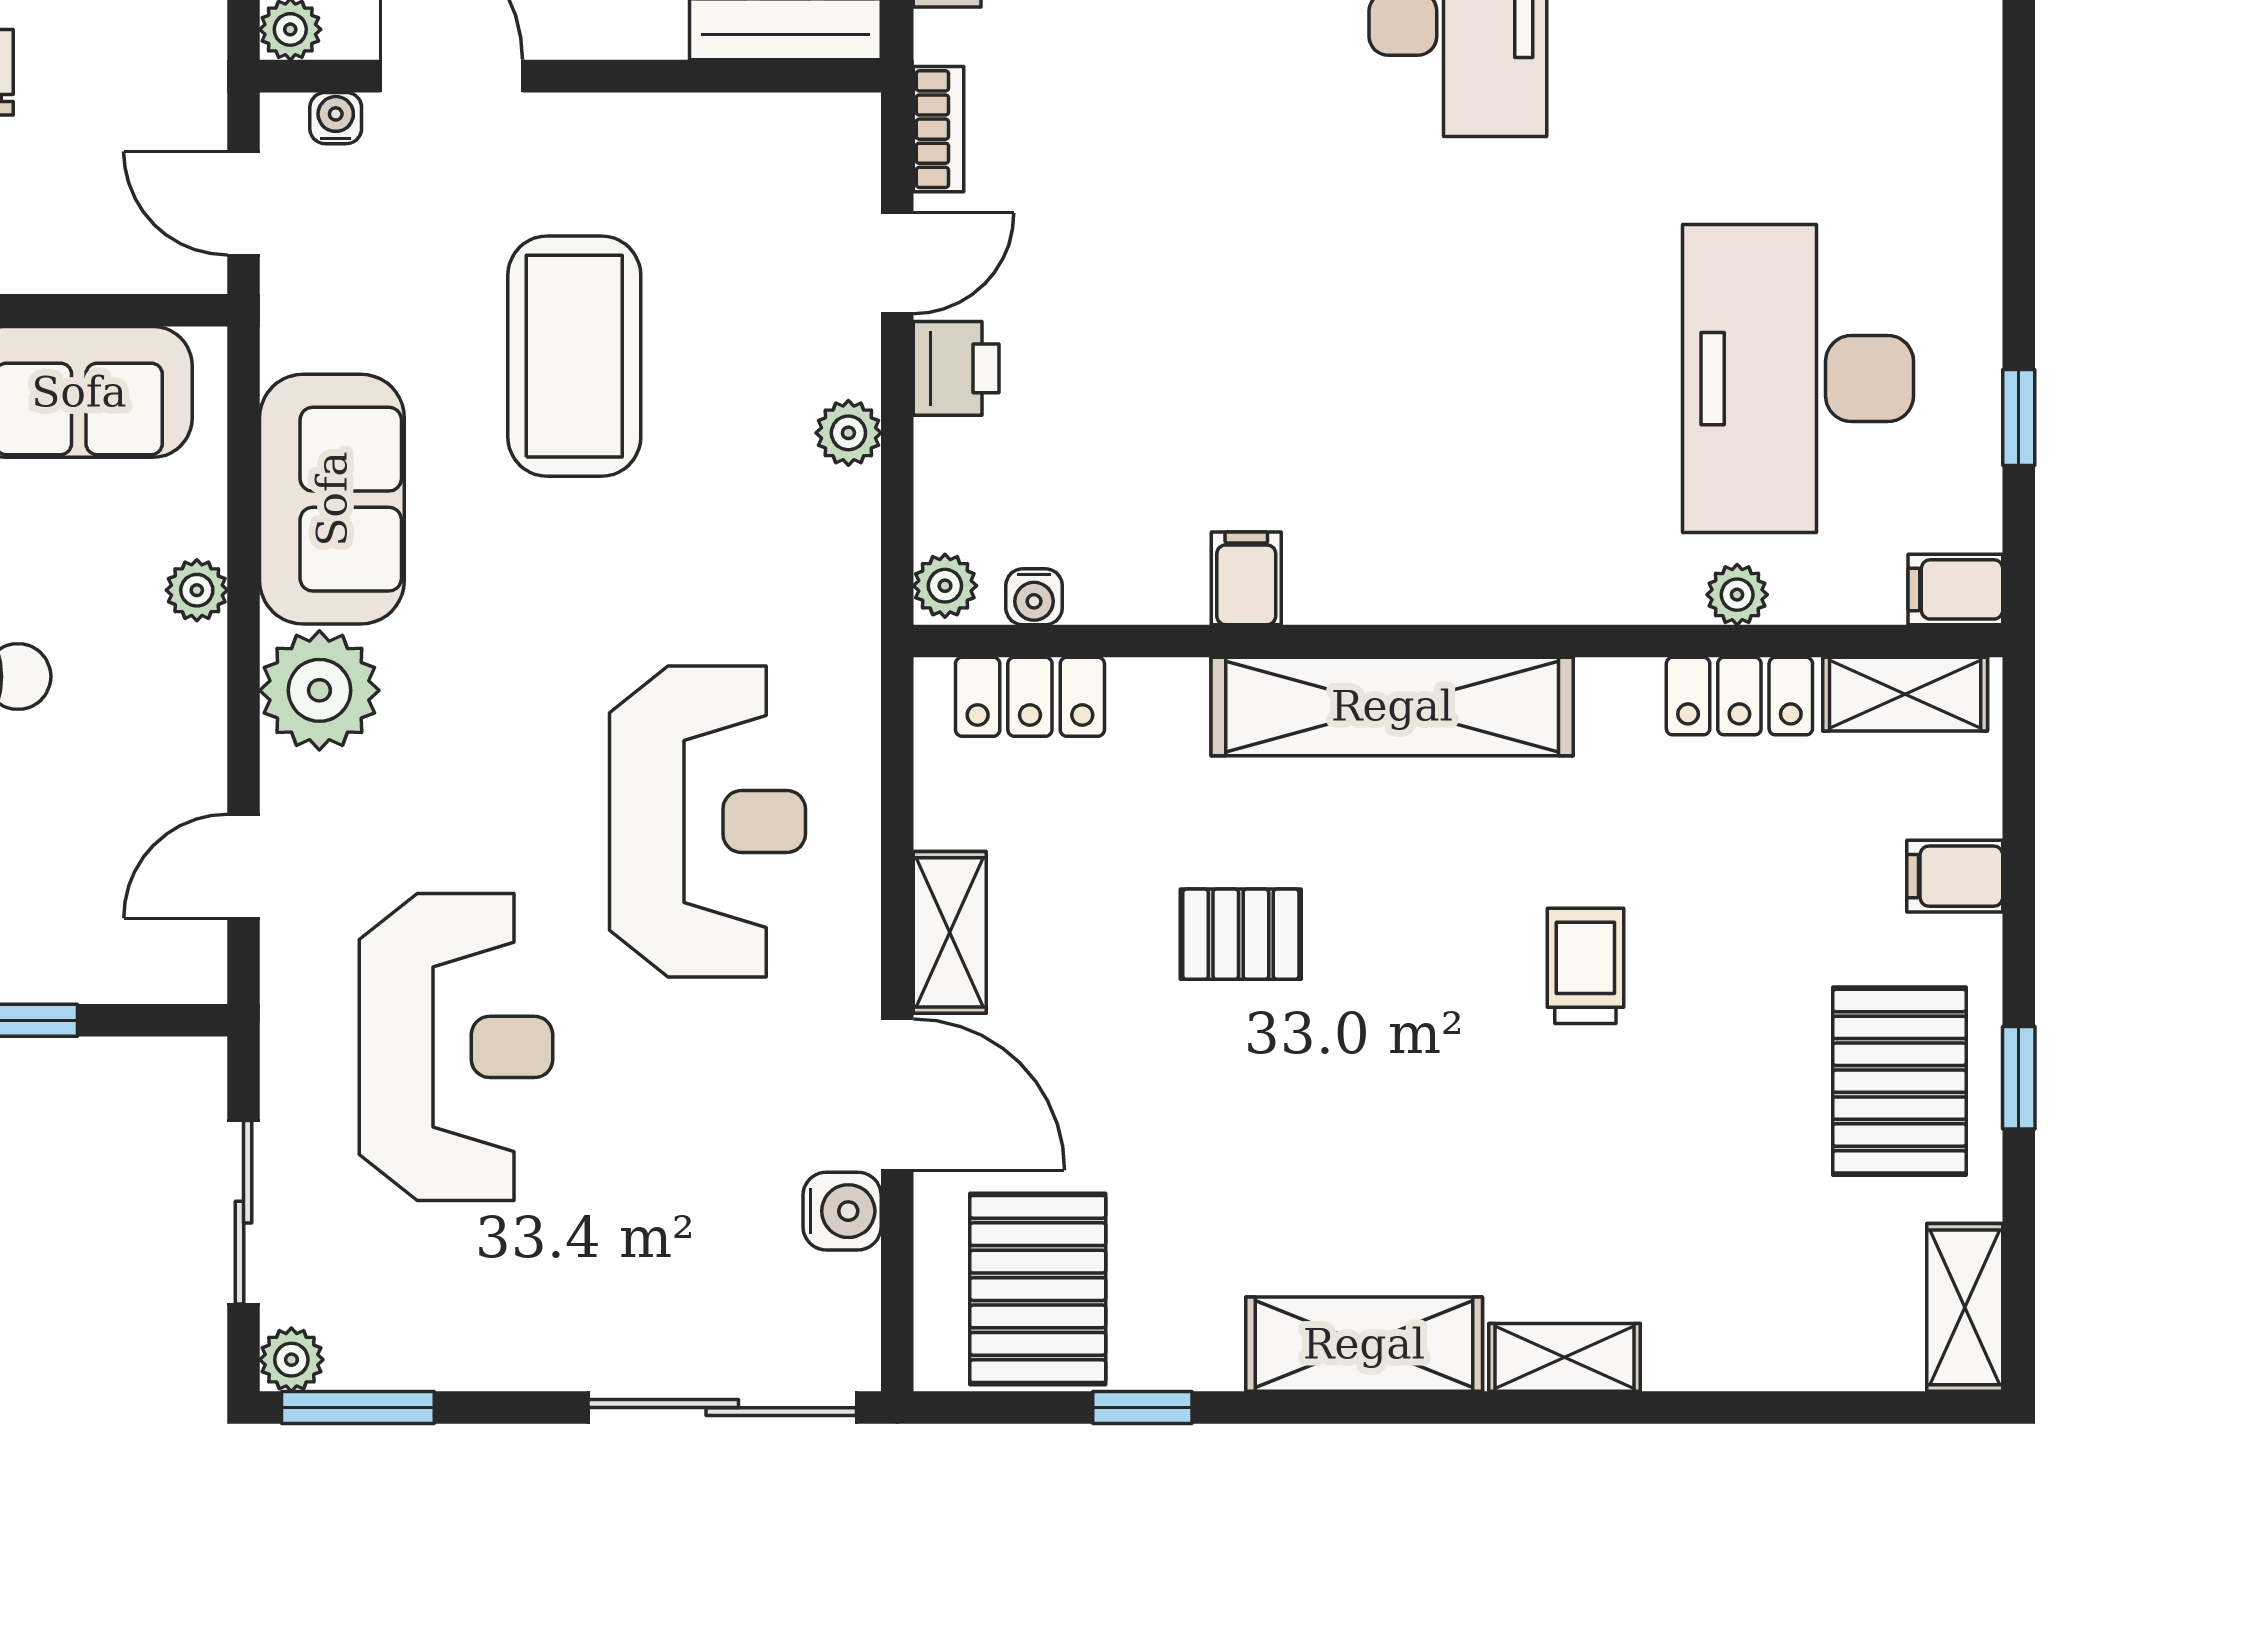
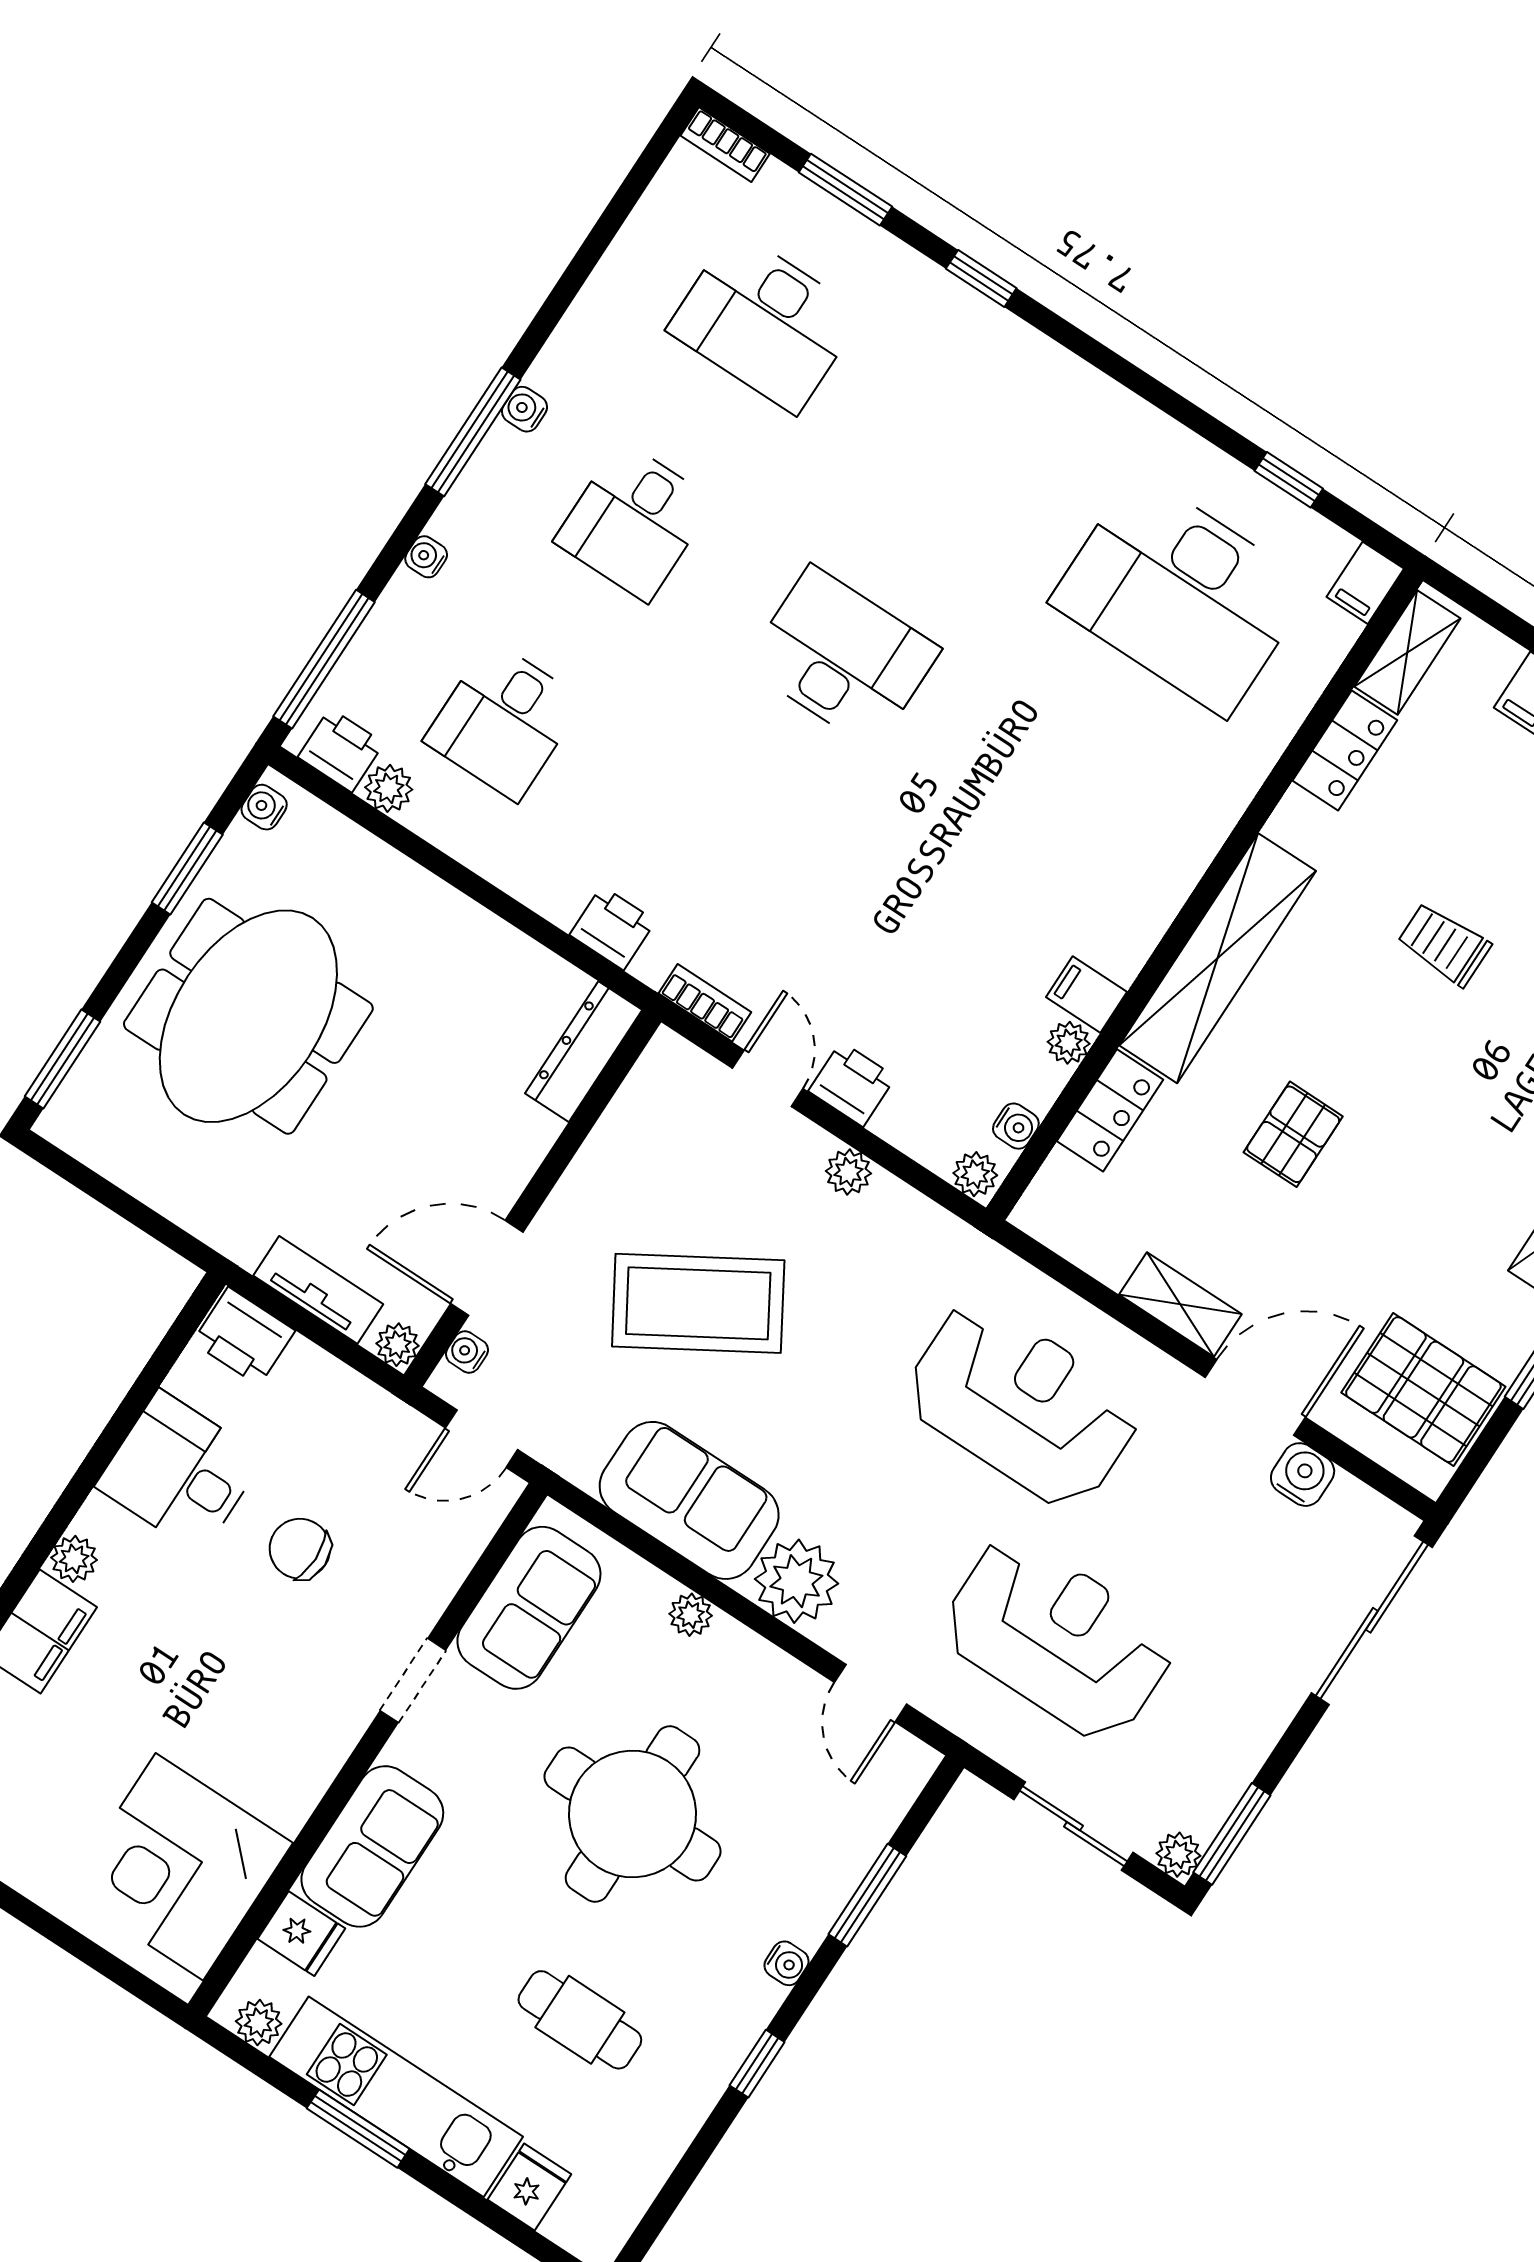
coffee table: (574, 356) -> (698, 1303), turned -31
plant: (1737, 595) -> (1069, 1043), moved
locker: (1030, 697) -> (1110, 1110), moved

